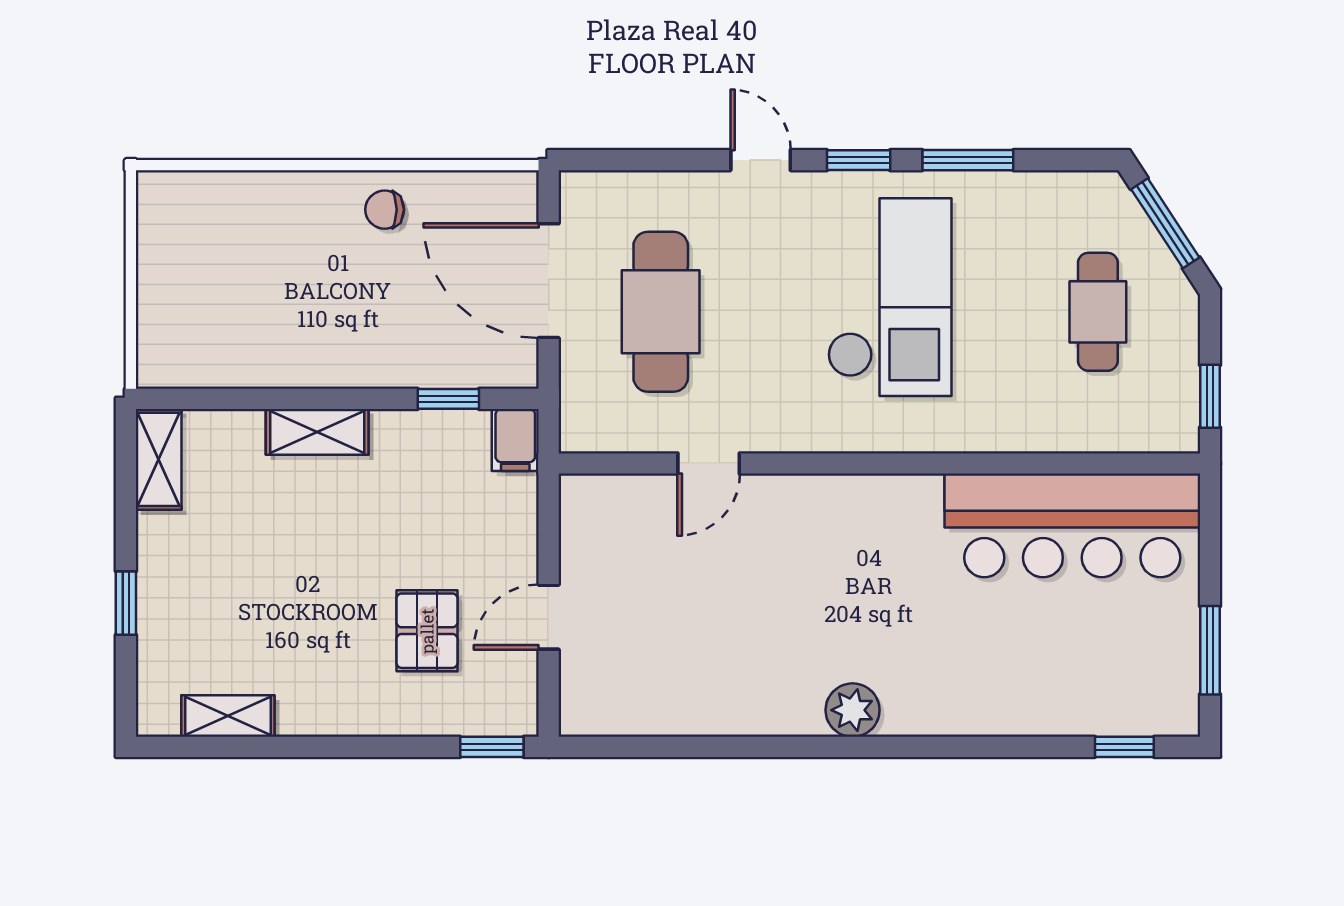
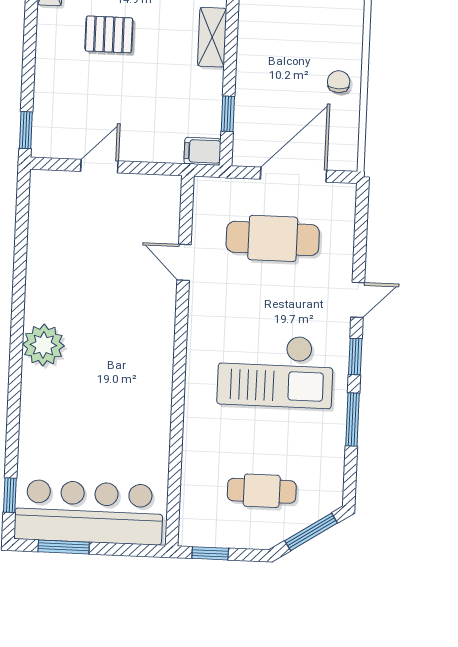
bar counter: (1072, 525) -> (89, 512), moved, turned 90
door: (549, 617) -> (99, 166), hinge flipped
pallet: (427, 631) -> (109, 34), moved
plant: (853, 710) -> (43, 345), width x1.36, depth x1.36

